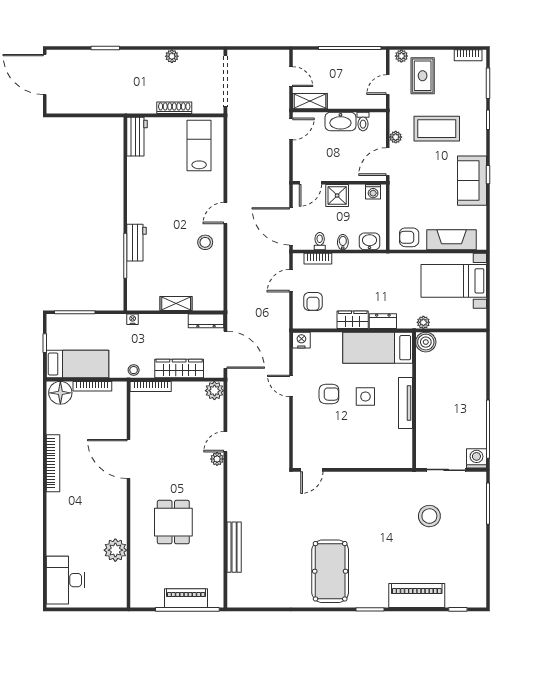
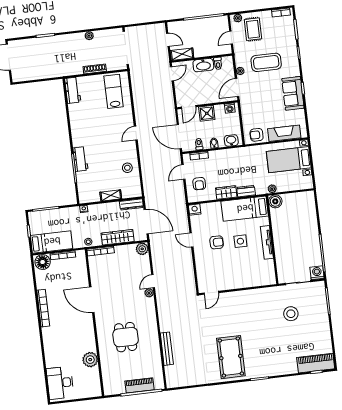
stool: (205, 242) -> (127, 168), moved
piano: (417, 596) -> (316, 363), moved

